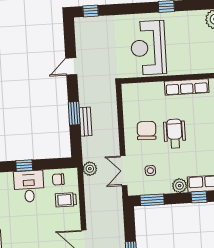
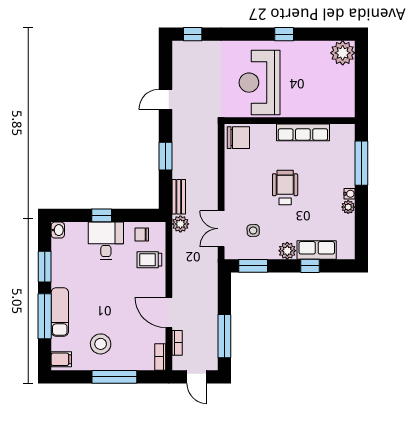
bench: (86, 122) -> (179, 197), moved
chair: (147, 131) -> (238, 138), moved, turned 88

